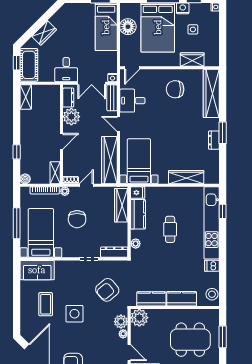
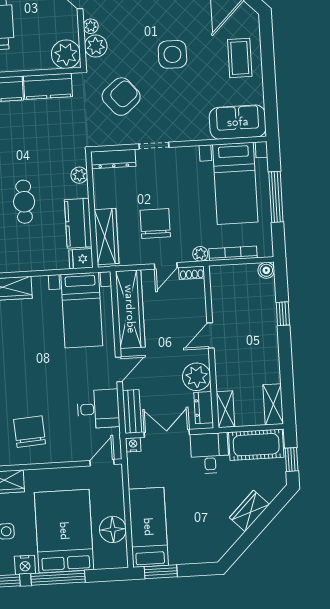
cot: (29, 65) -> (256, 445), moved, turned 90
chair: (175, 89) -> (30, 432), turned -94
door: (118, 124) -> (119, 369), hinge flipped
shelving: (55, 173) -> (225, 409), moved
chair: (77, 219) -> (155, 223), moved
coffee table: (46, 304) -> (240, 58), moved

